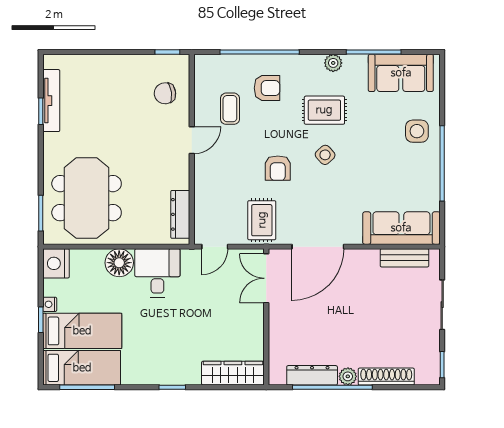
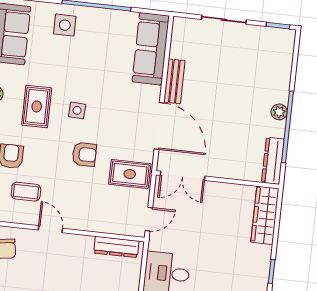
side table: (325, 155) -> (77, 110), turned 45
door: (215, 247) -> (149, 219), hinge flipped
bench: (404, 258) -> (174, 81), moved
dresser: (312, 375) -> (273, 161), moved
shoe rack: (386, 377) -> (283, 77), removed

